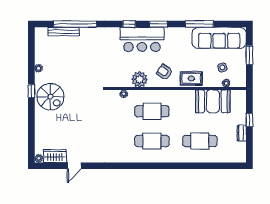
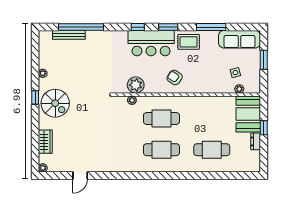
sofa: (219, 38) -> (240, 39), width x0.74, depth x0.79
rug: (191, 78) -> (189, 42), moved
plant: (140, 79) -> (136, 85), moved
booth: (213, 101) -> (248, 114), moved, turned 90
wardrobe: (55, 156) -> (45, 142), moved, turned 90

